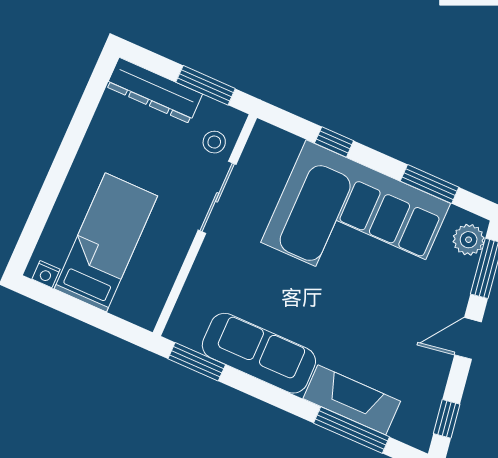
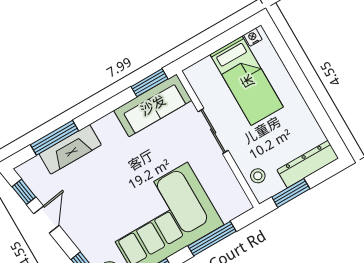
window: (334, 142) -> (212, 239), width x2.17
sliding door: (217, 197) -> (213, 131), moved
door: (468, 338) -> (46, 219), moved
sofa: (259, 353) -> (153, 105), moved

